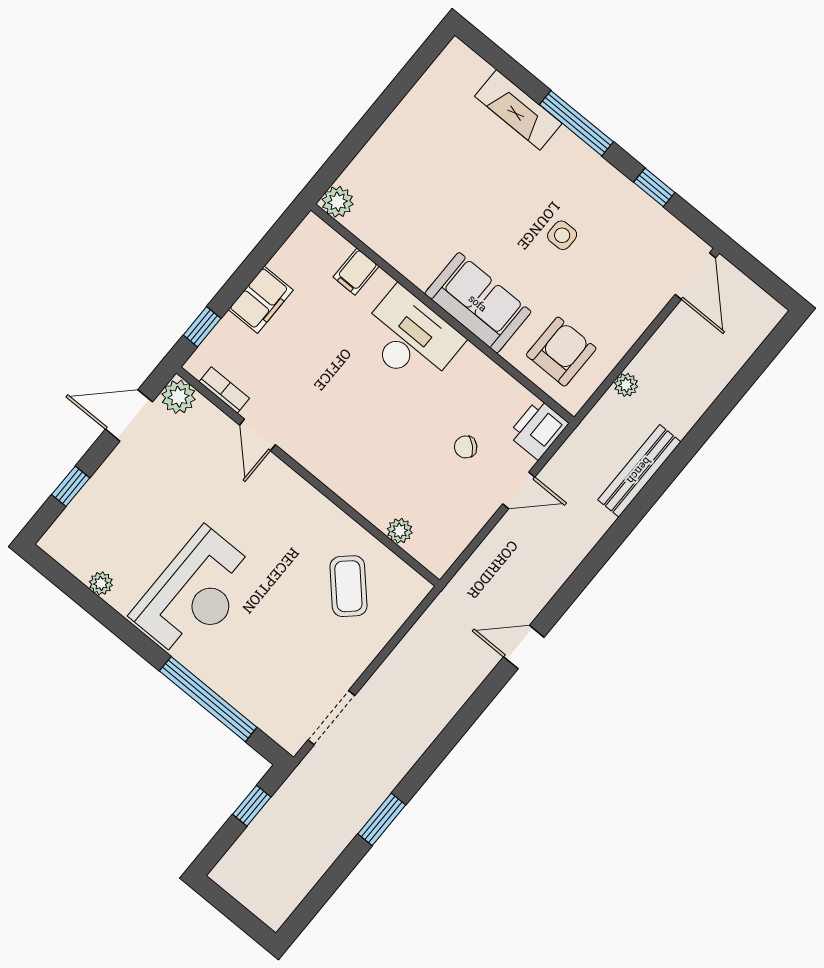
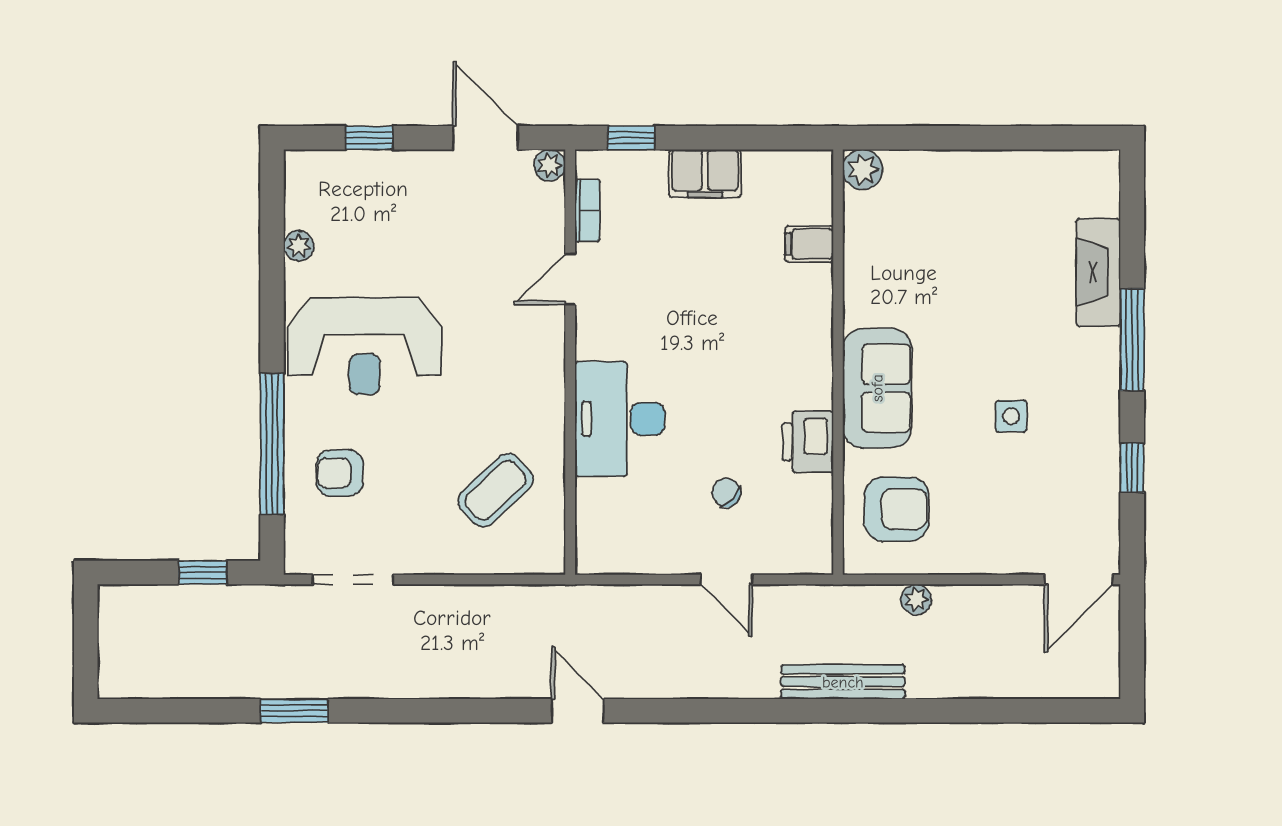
desk: (410, 338) -> (620, 419), moved, turned 180
plant: (178, 397) -> (550, 165), width x0.73, depth x0.73
printer: (538, 429) -> (808, 442), moved, turned -90
plant: (400, 531) -> (591, 496), removed
armchair: (260, 672) -> (340, 473), added

